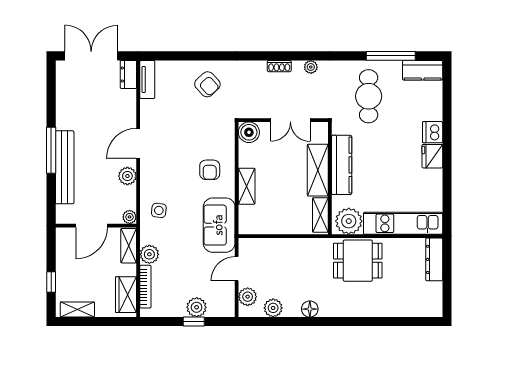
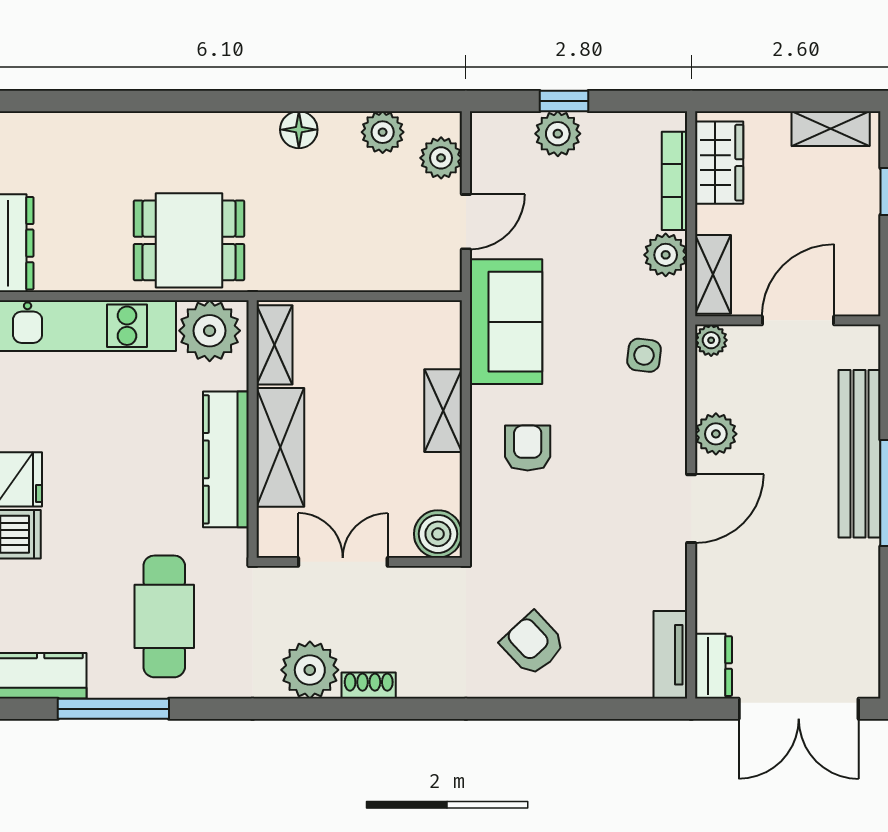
plant: (311, 67) -> (310, 670), width x1.87, depth x1.87

